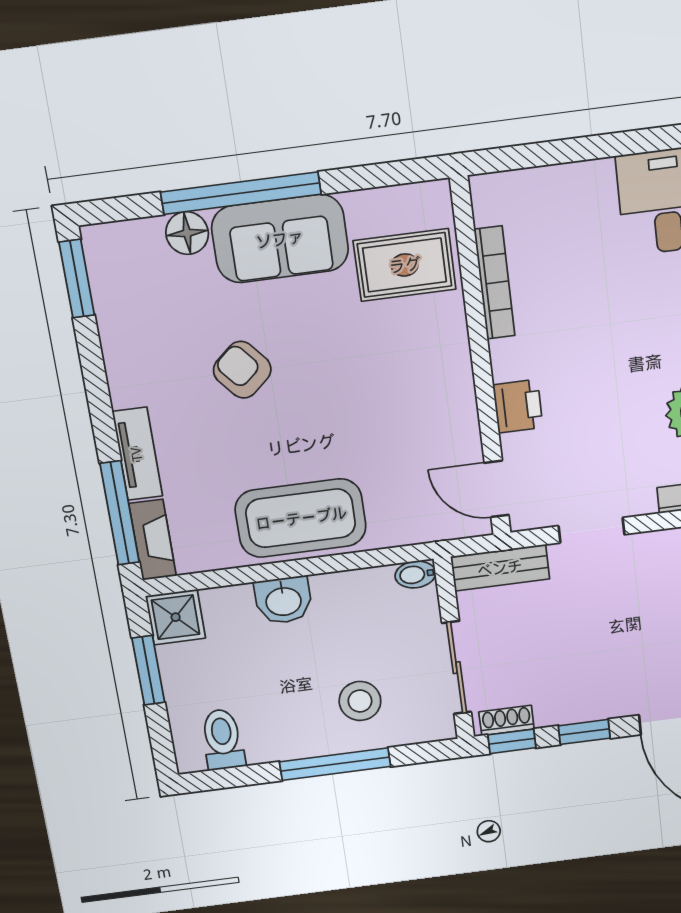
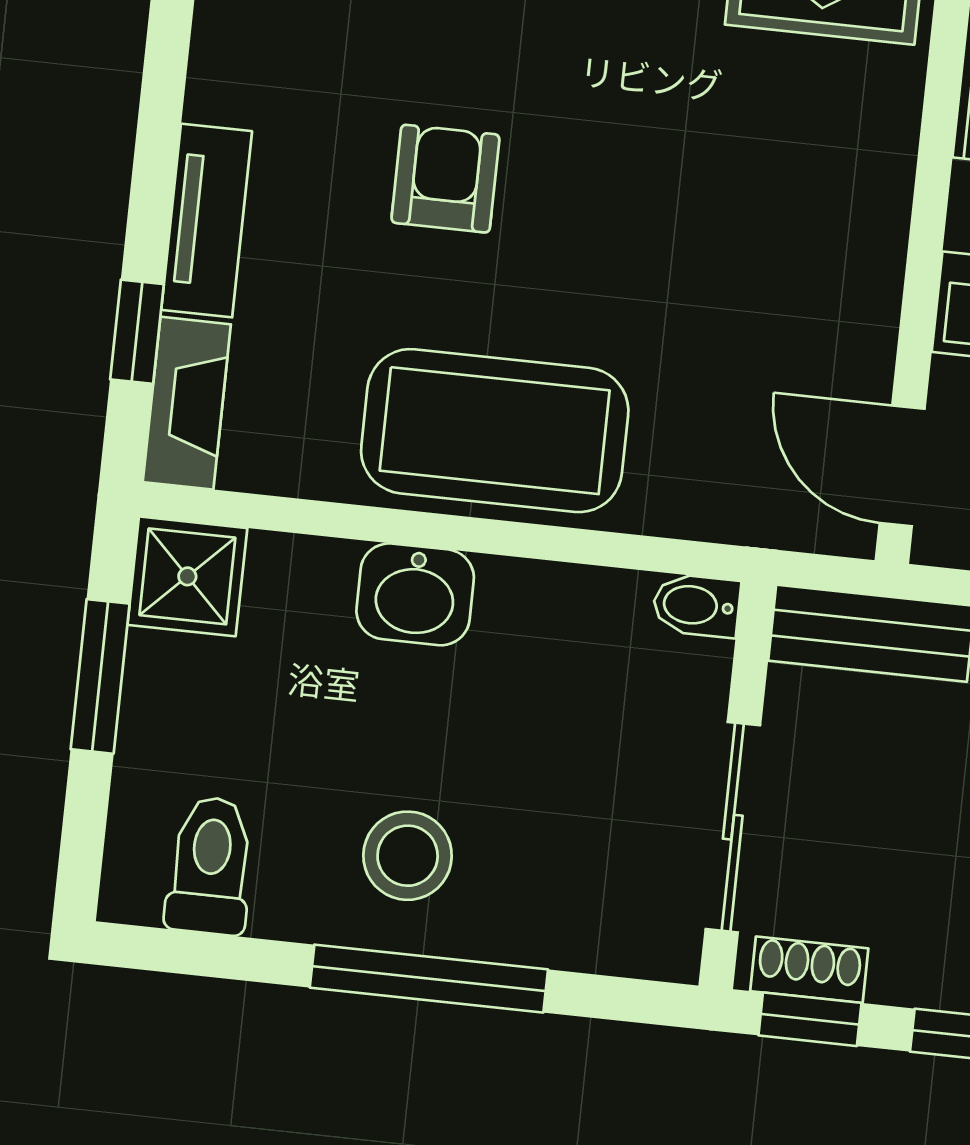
armchair: (242, 370) -> (445, 179), moved, turned 41
window: (120, 513) -> (137, 332), width x0.46
stool: (360, 701) -> (408, 856), moved

